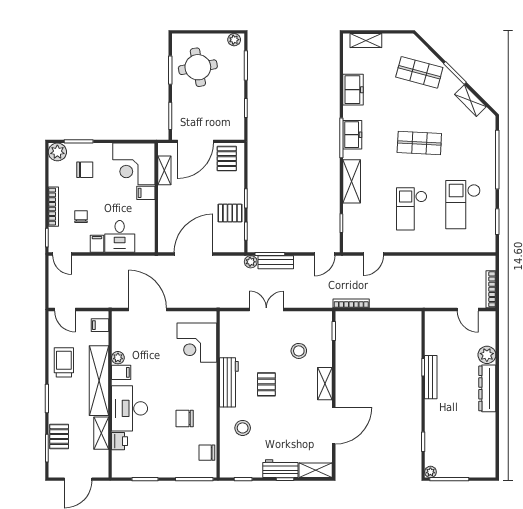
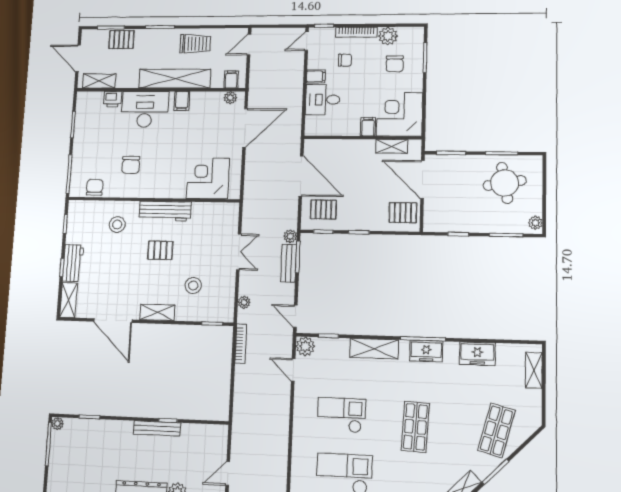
plant: (57, 152) -> (388, 36), moved
pallet: (230, 213) -> (323, 209), moved, turned 90
plant: (352, 244) -> (305, 346), added
plant: (313, 302) -> (244, 302), added
plant: (118, 358) -> (230, 98), moved
chair: (185, 419) -> (131, 165), turned 180
shelving: (101, 433) -> (99, 81), moved

